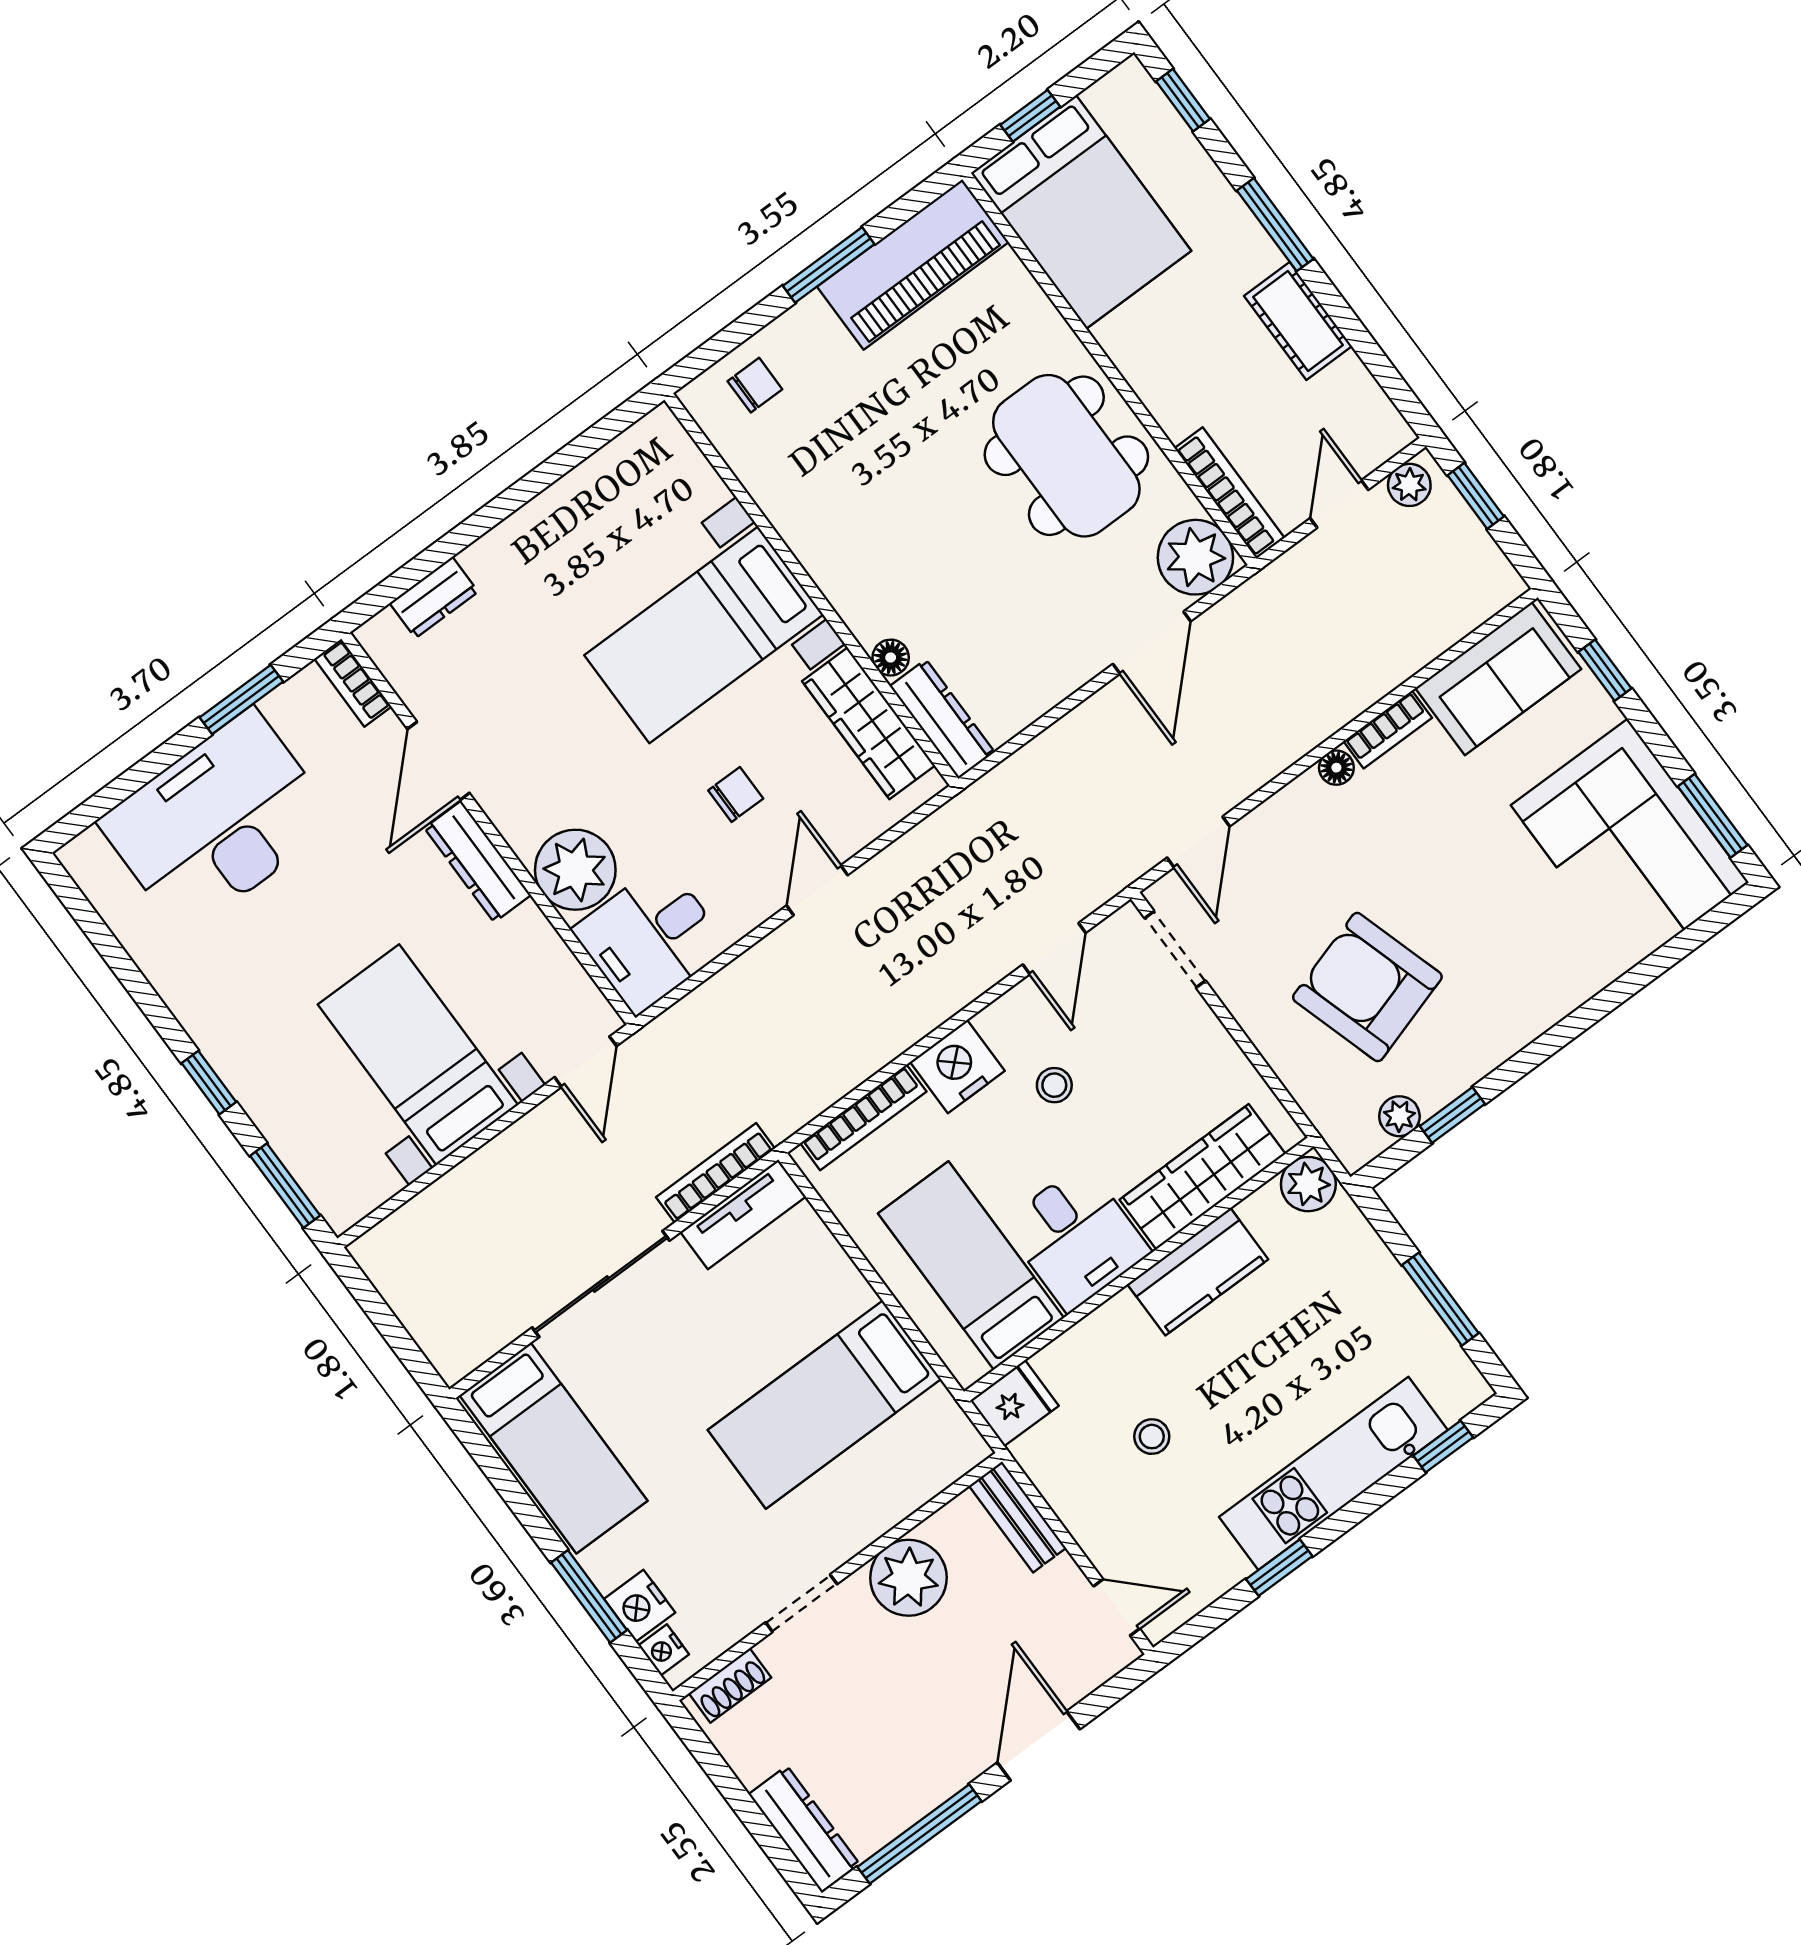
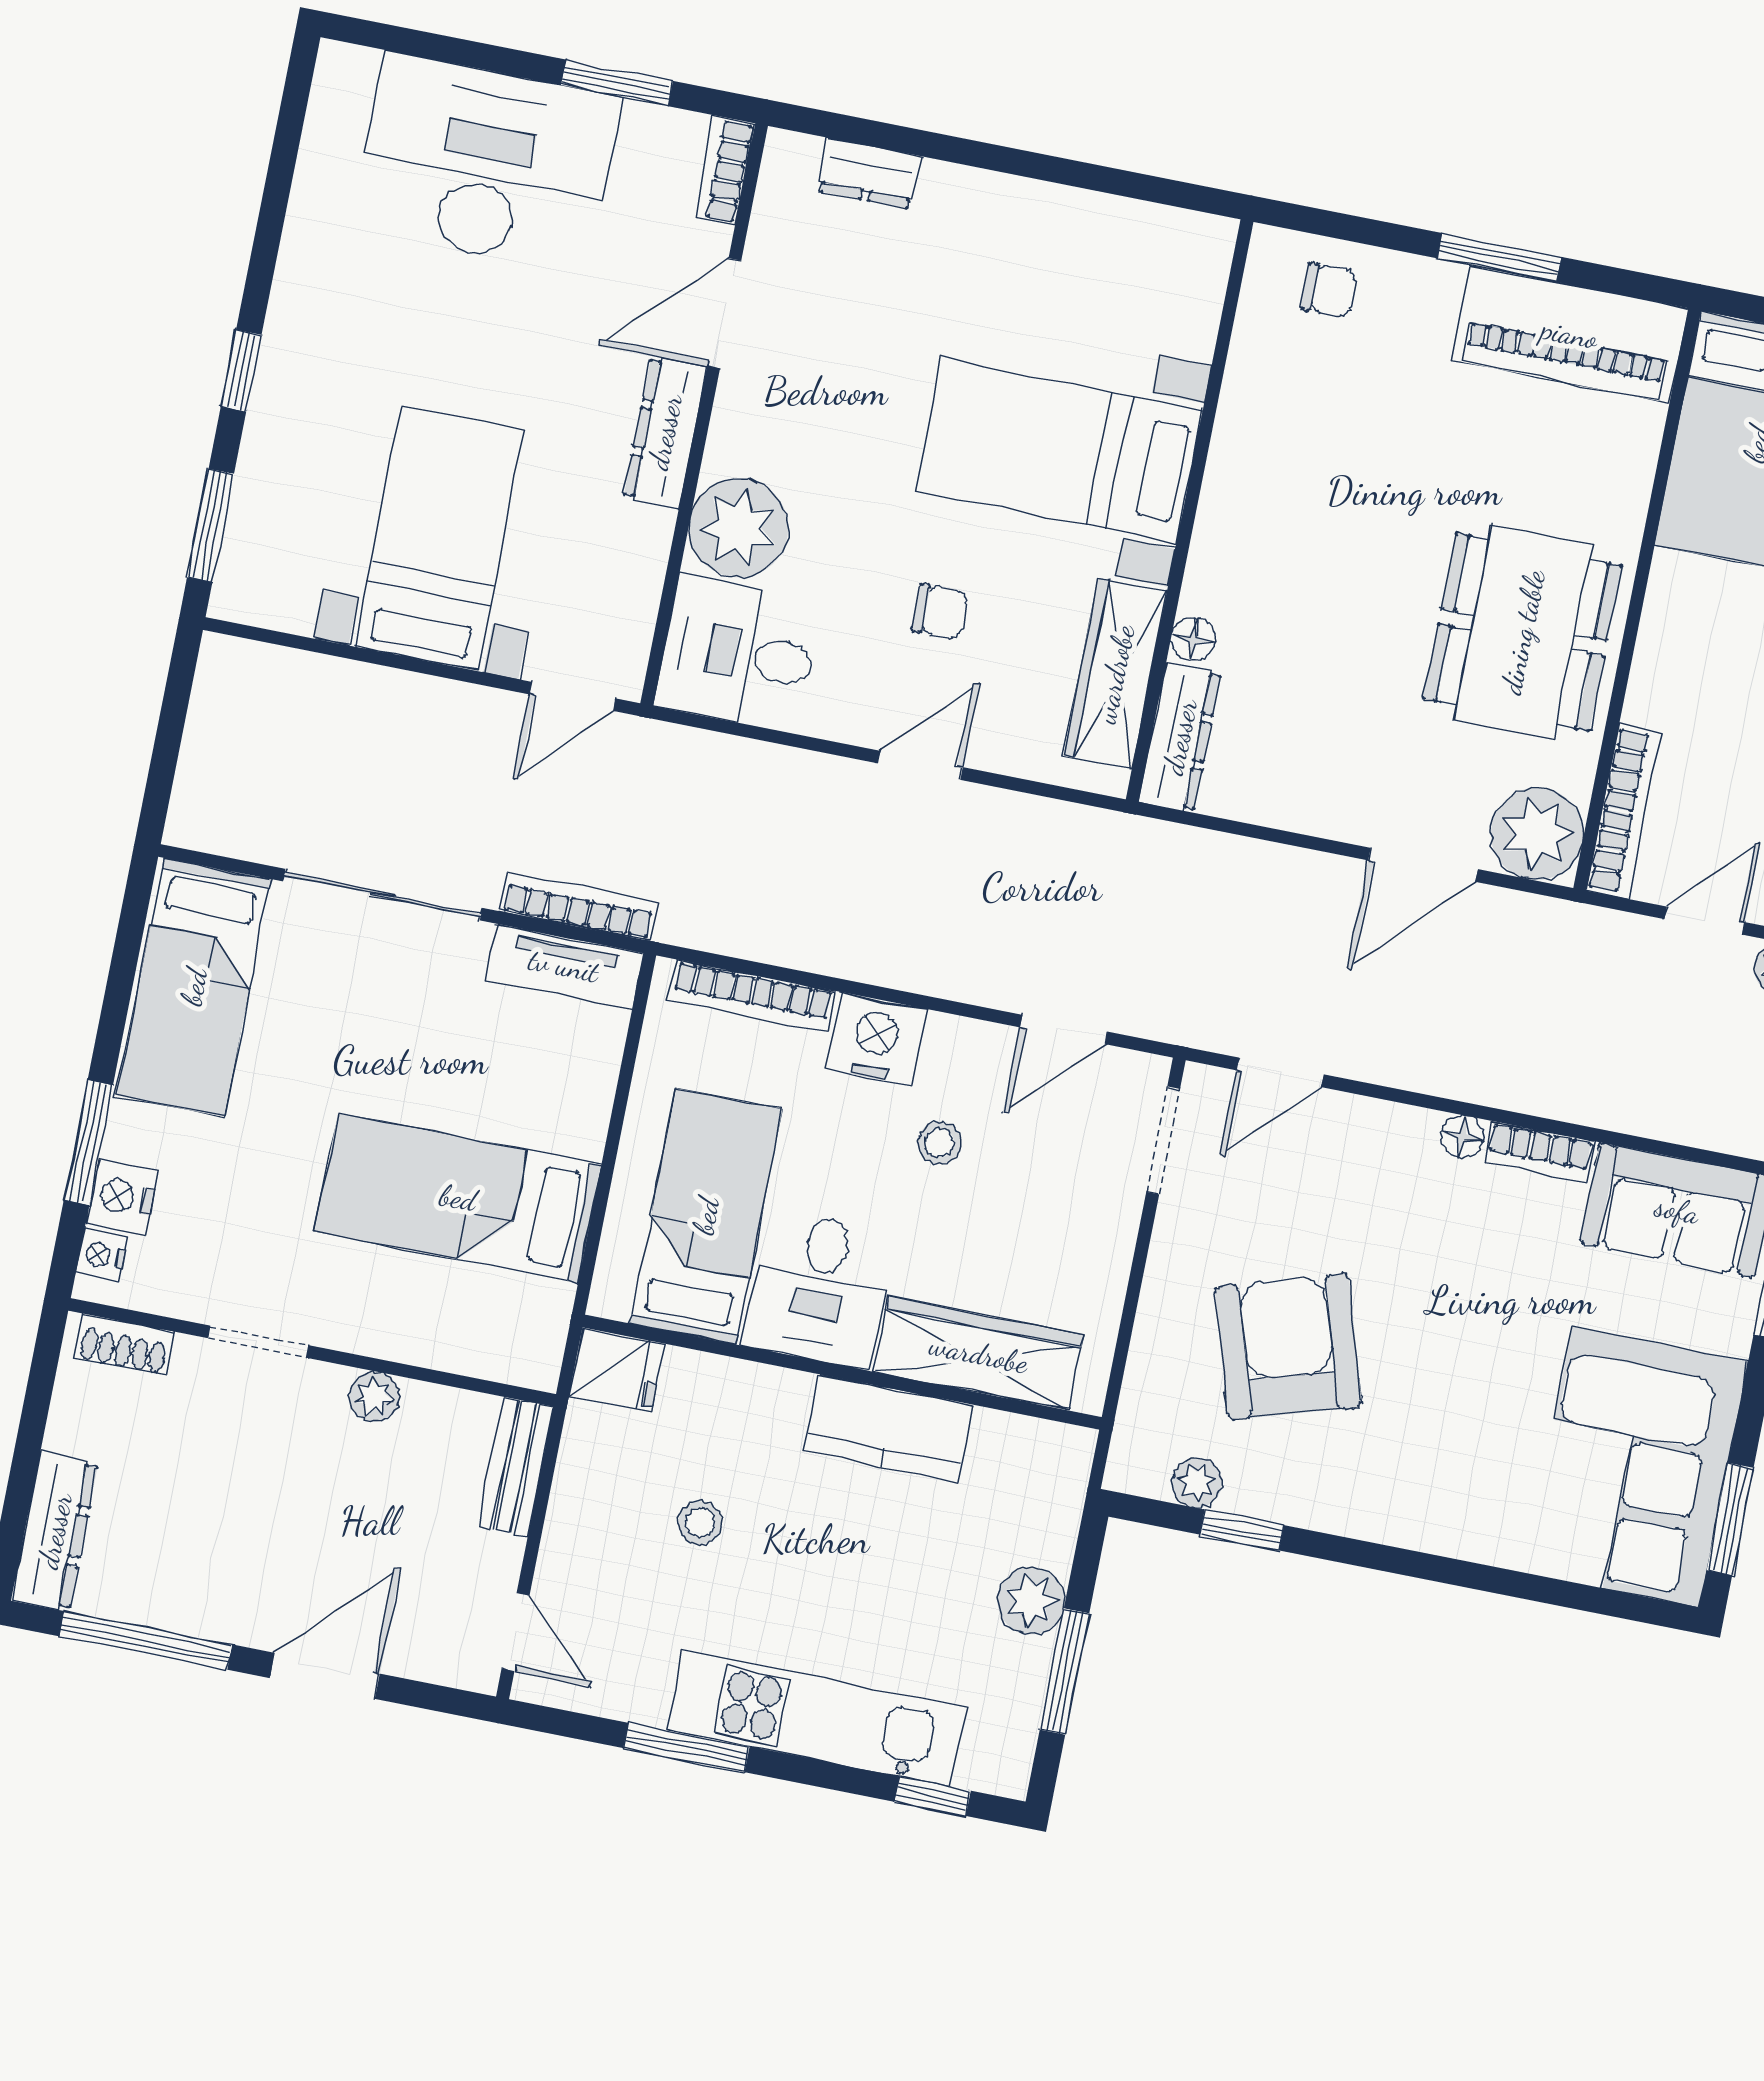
plant: (1308, 1184) -> (1031, 1601), moved
window: (1279, 1568) -> (686, 1747), width x1.50
plant: (908, 1578) -> (374, 1397), width x0.53, depth x0.53

